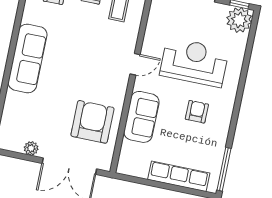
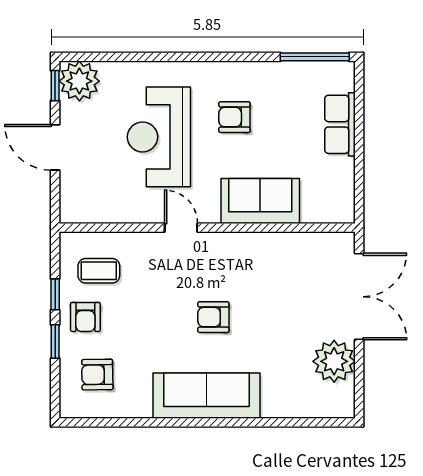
armchair: (92, 122) -> (213, 317), moved, width x0.53, depth x0.53
plant: (31, 148) -> (334, 361), width x1.88, depth x1.88
row of seats: (179, 176) -> (340, 124), width x0.68

